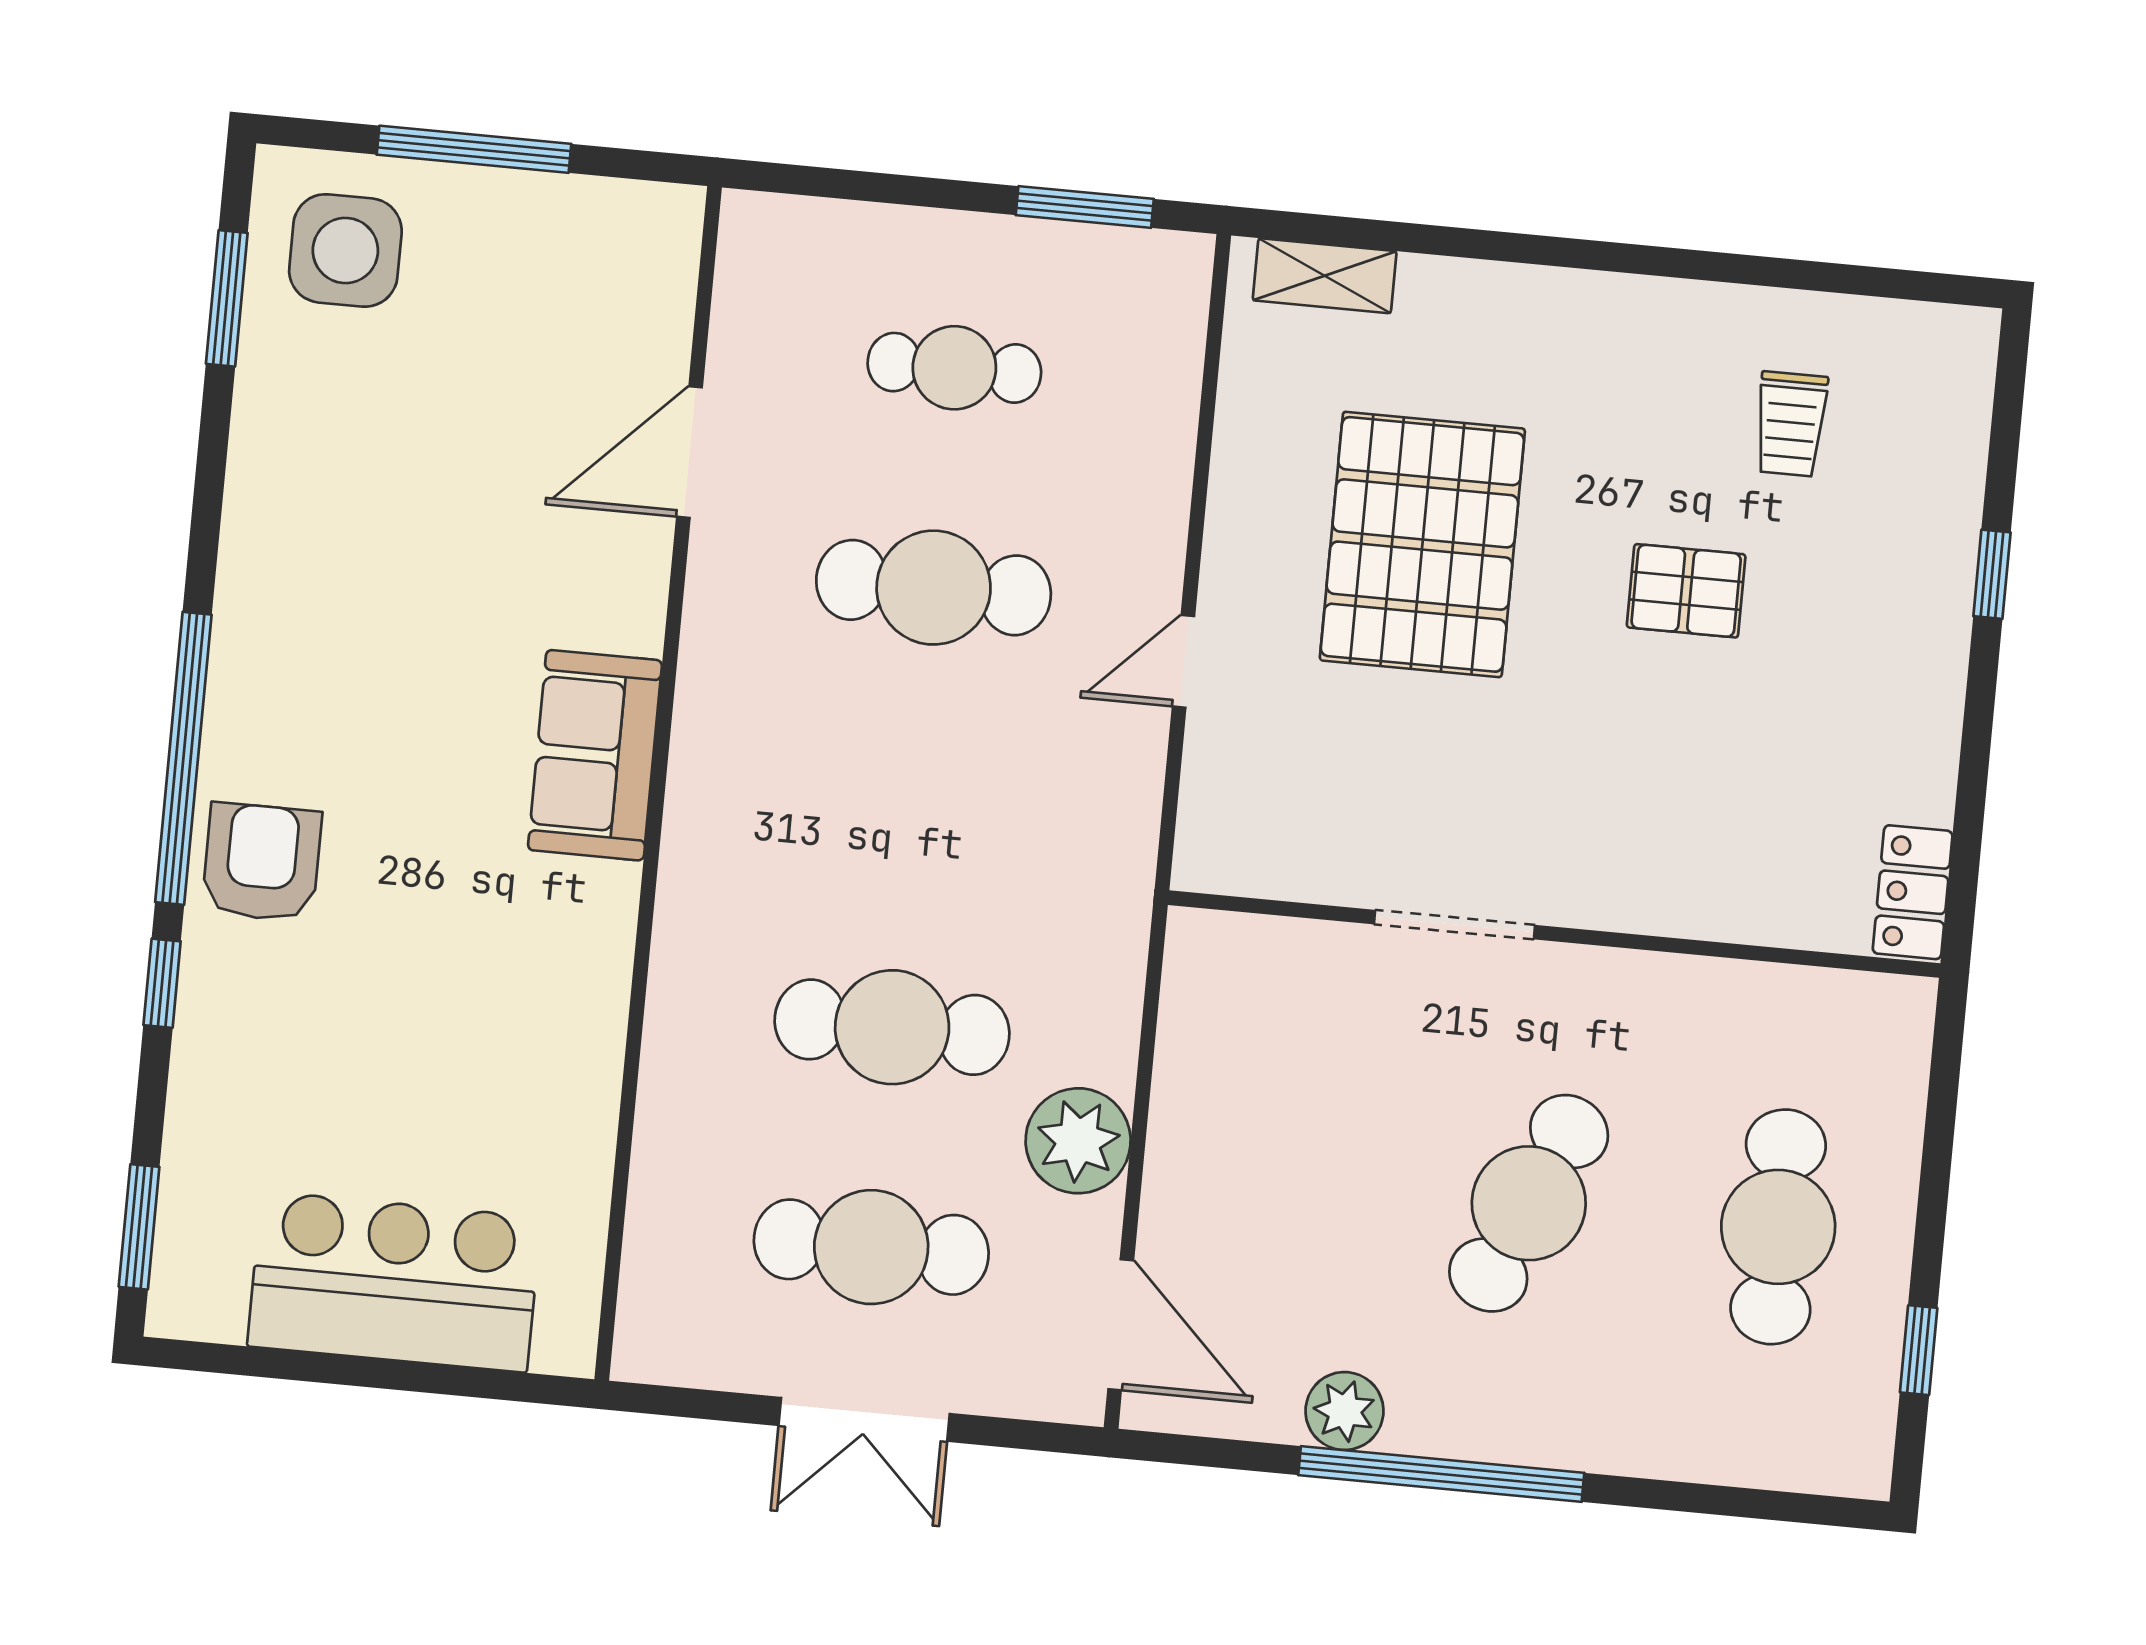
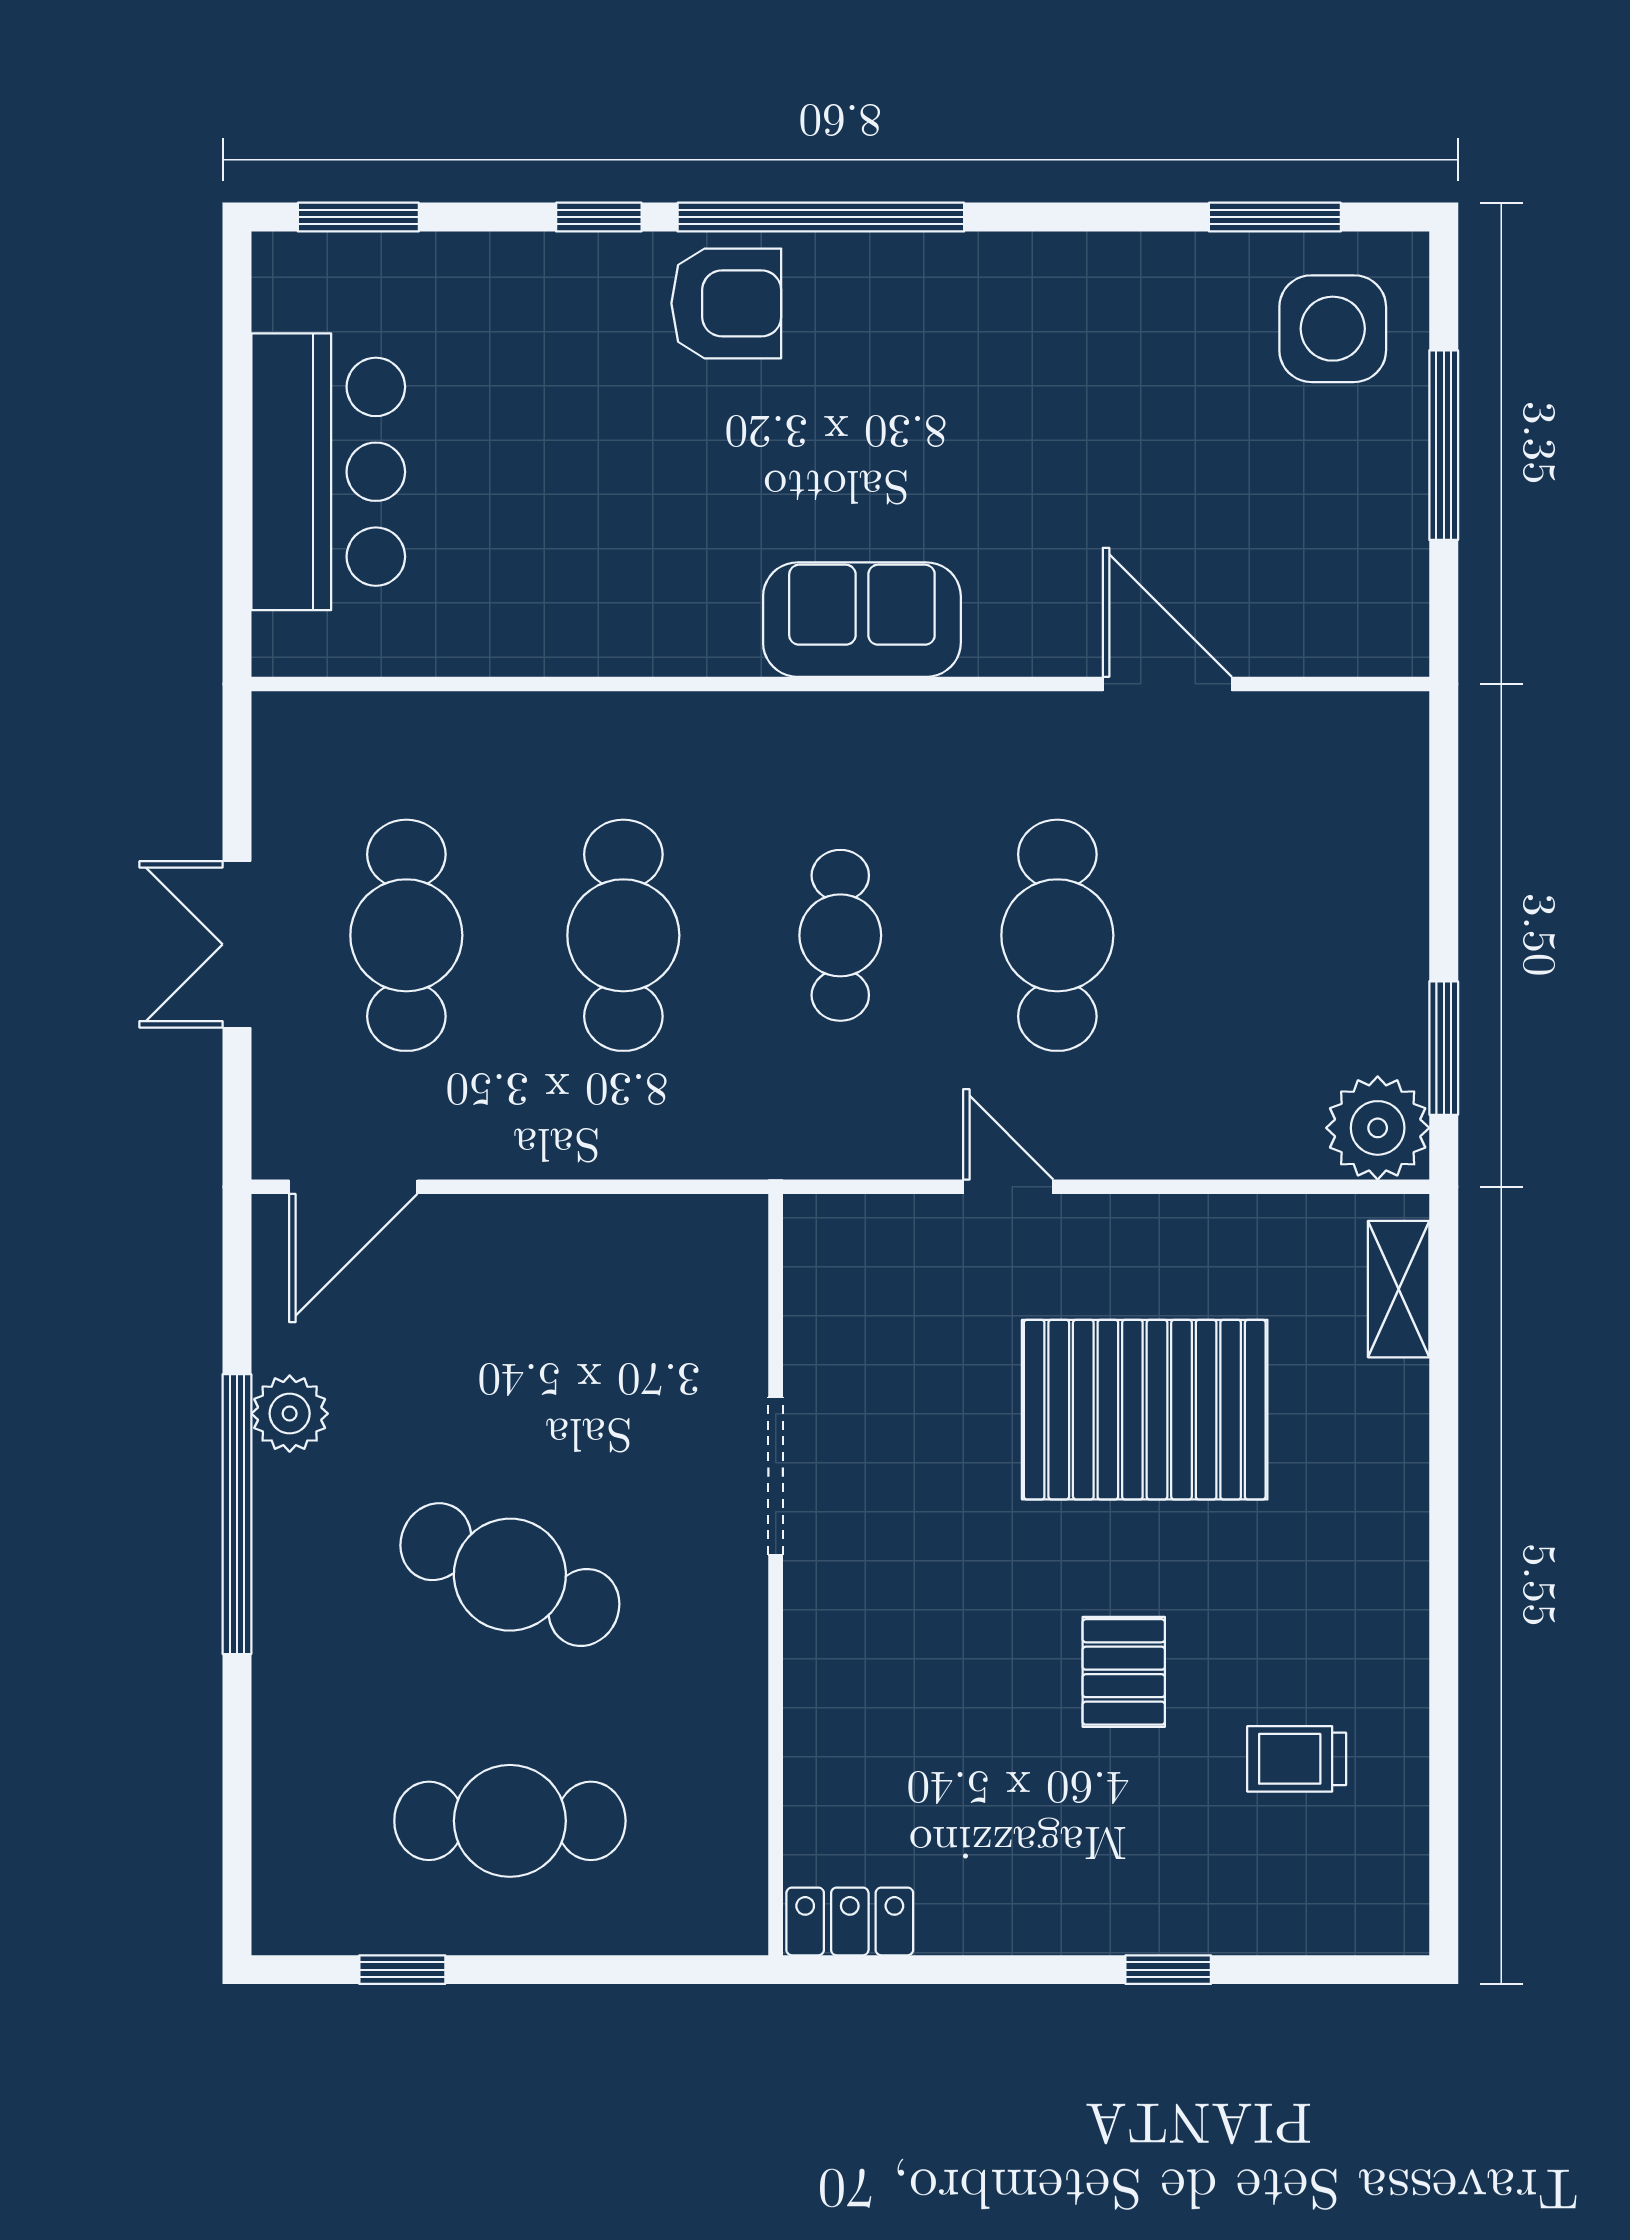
cafe table: (954, 368) -> (840, 935), moved
plant: (1078, 1141) -> (1378, 1128), moved

